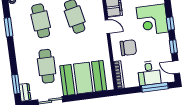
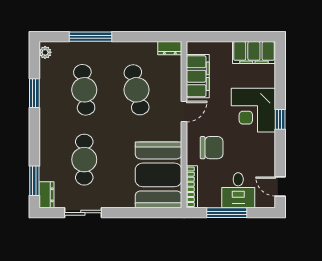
door: (107, 27) -> (184, 112), hinge flipped
window: (173, 47) -> (280, 155), removed
booth: (83, 78) -> (159, 175), moved, turned 90
window: (155, 87) -> (227, 213), moved

